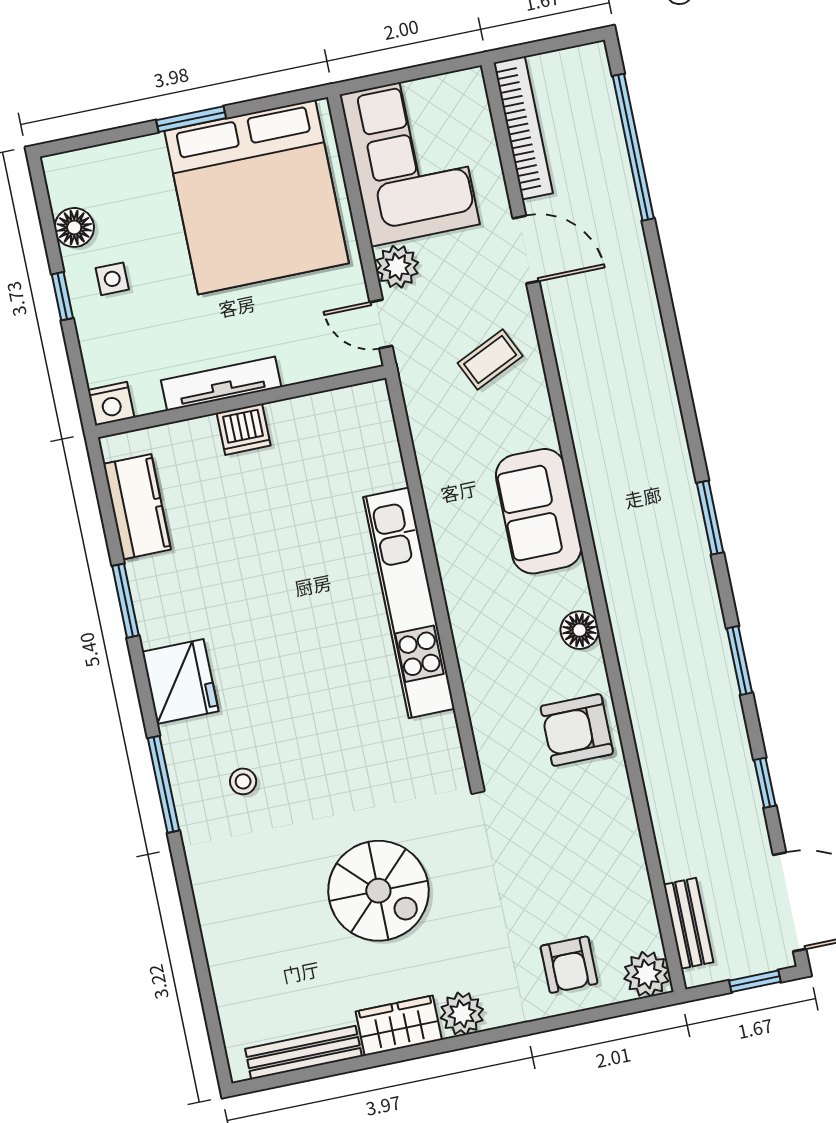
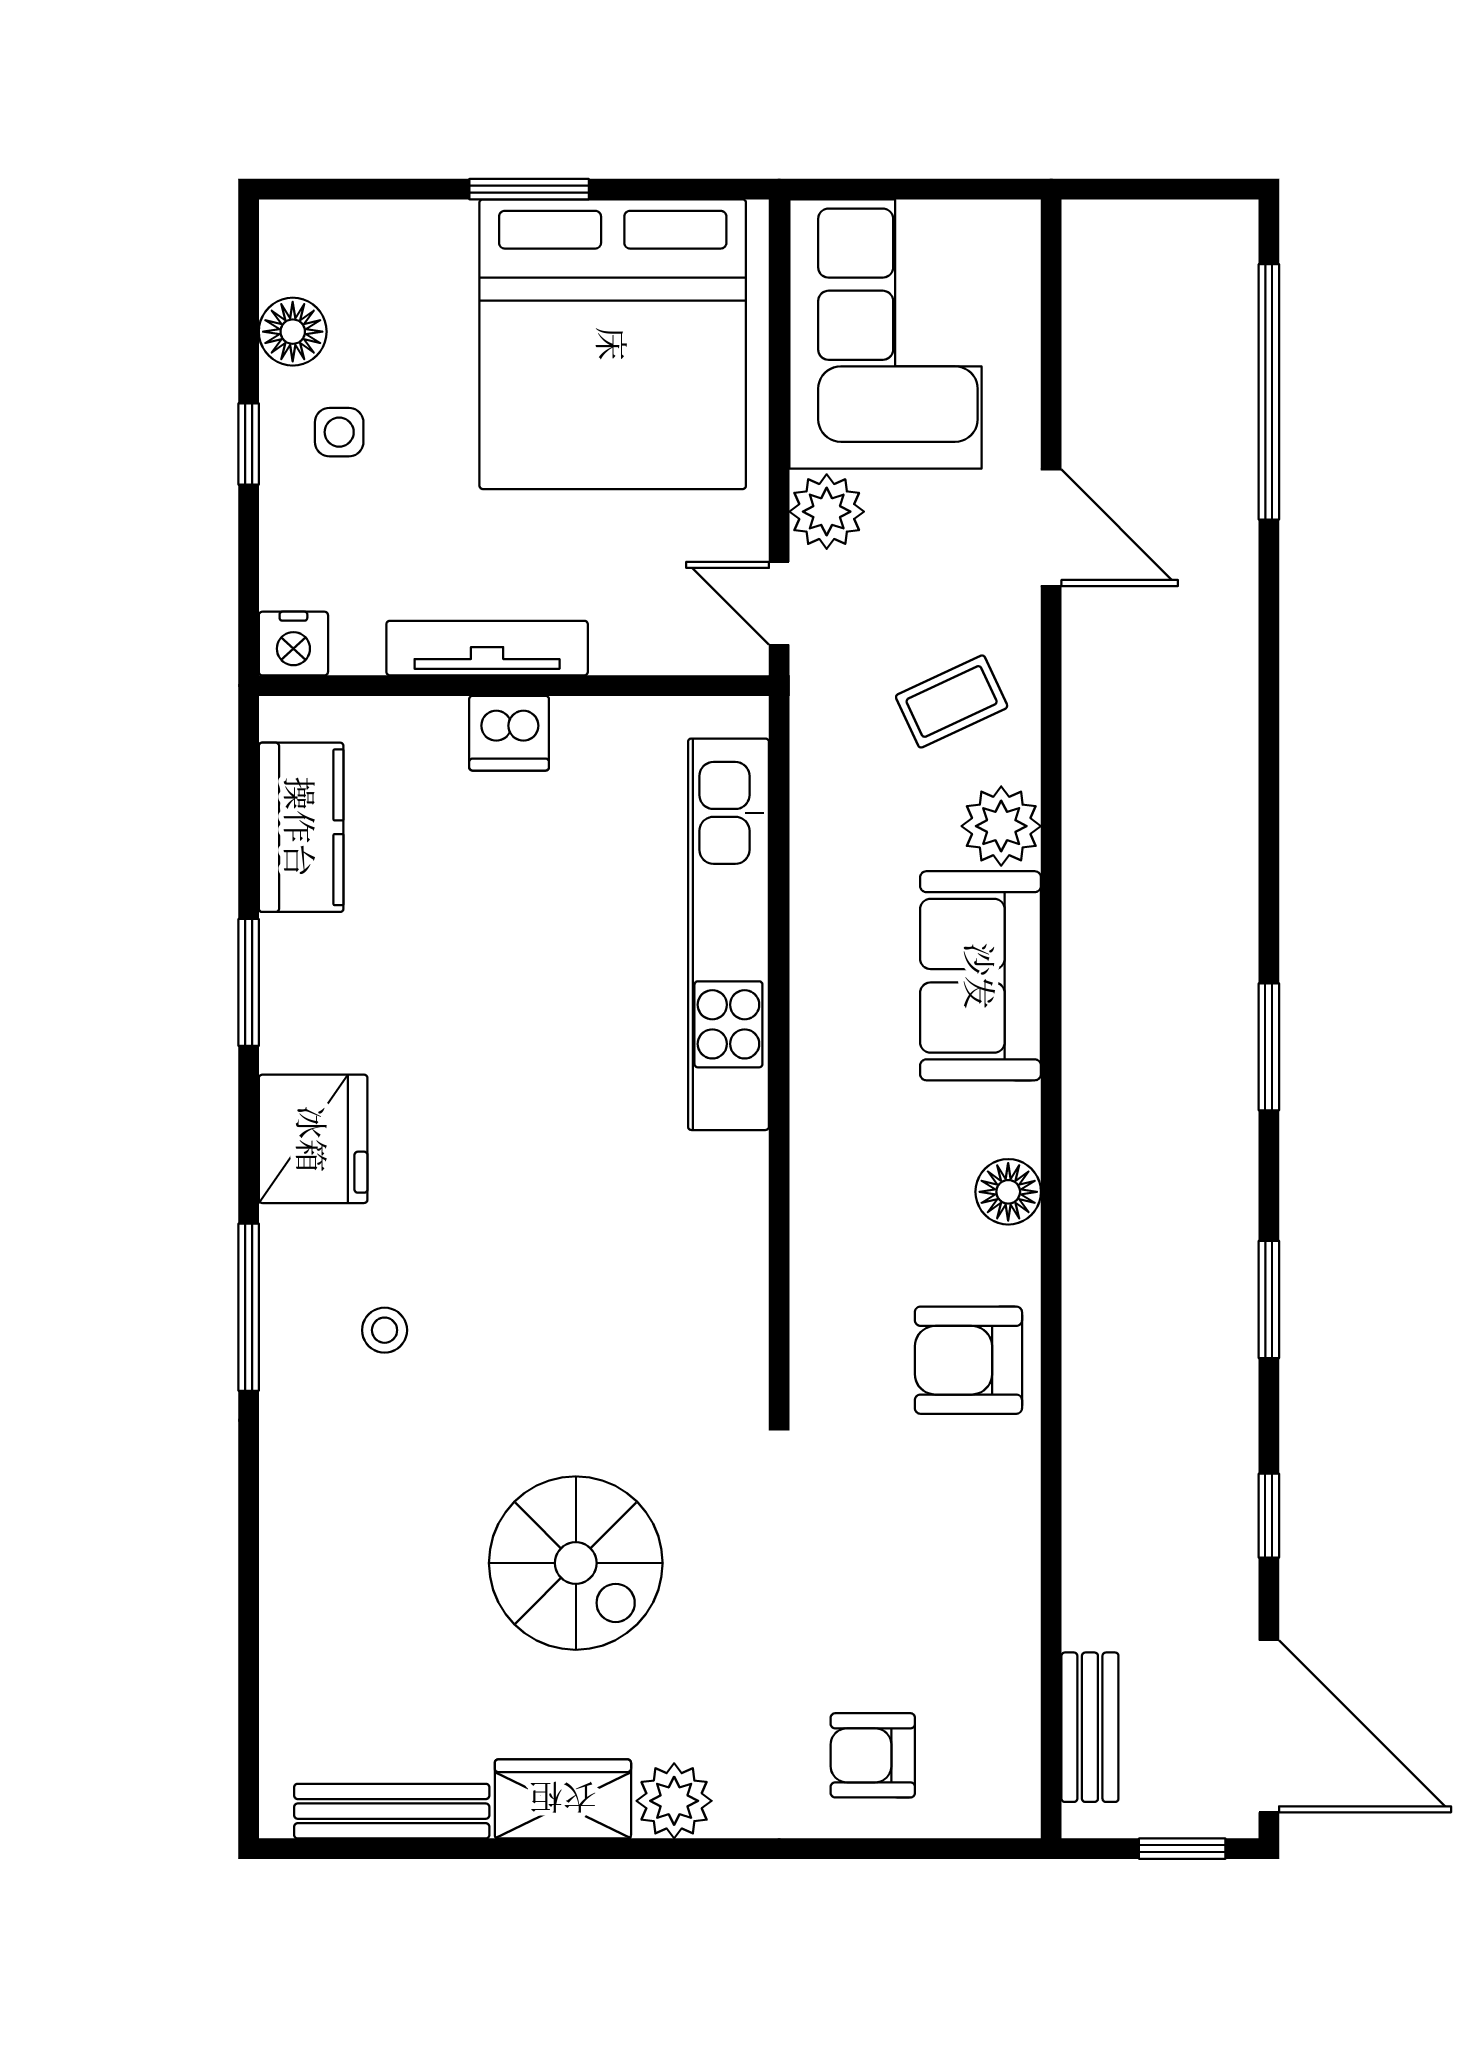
bookcase: (523, 128) -> (1089, 321), removed
kitchen unit: (409, 603) -> (728, 934), moved
armchair: (569, 965) -> (873, 1755), turned 90
plant: (647, 974) -> (1001, 826), moved

